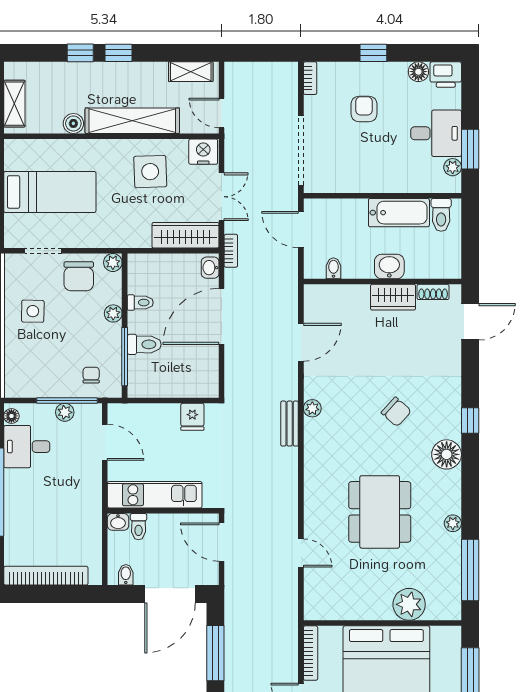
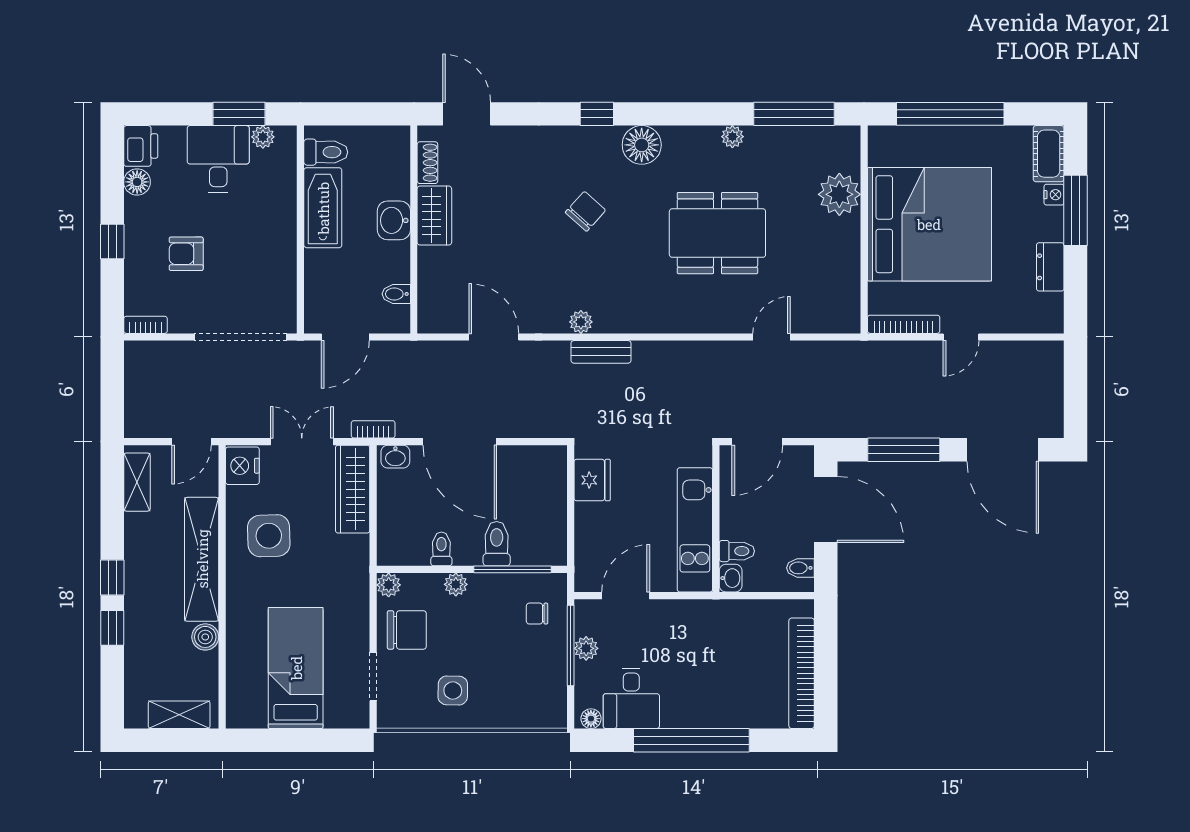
fridge: (192, 417) -> (592, 480), width x1.38

